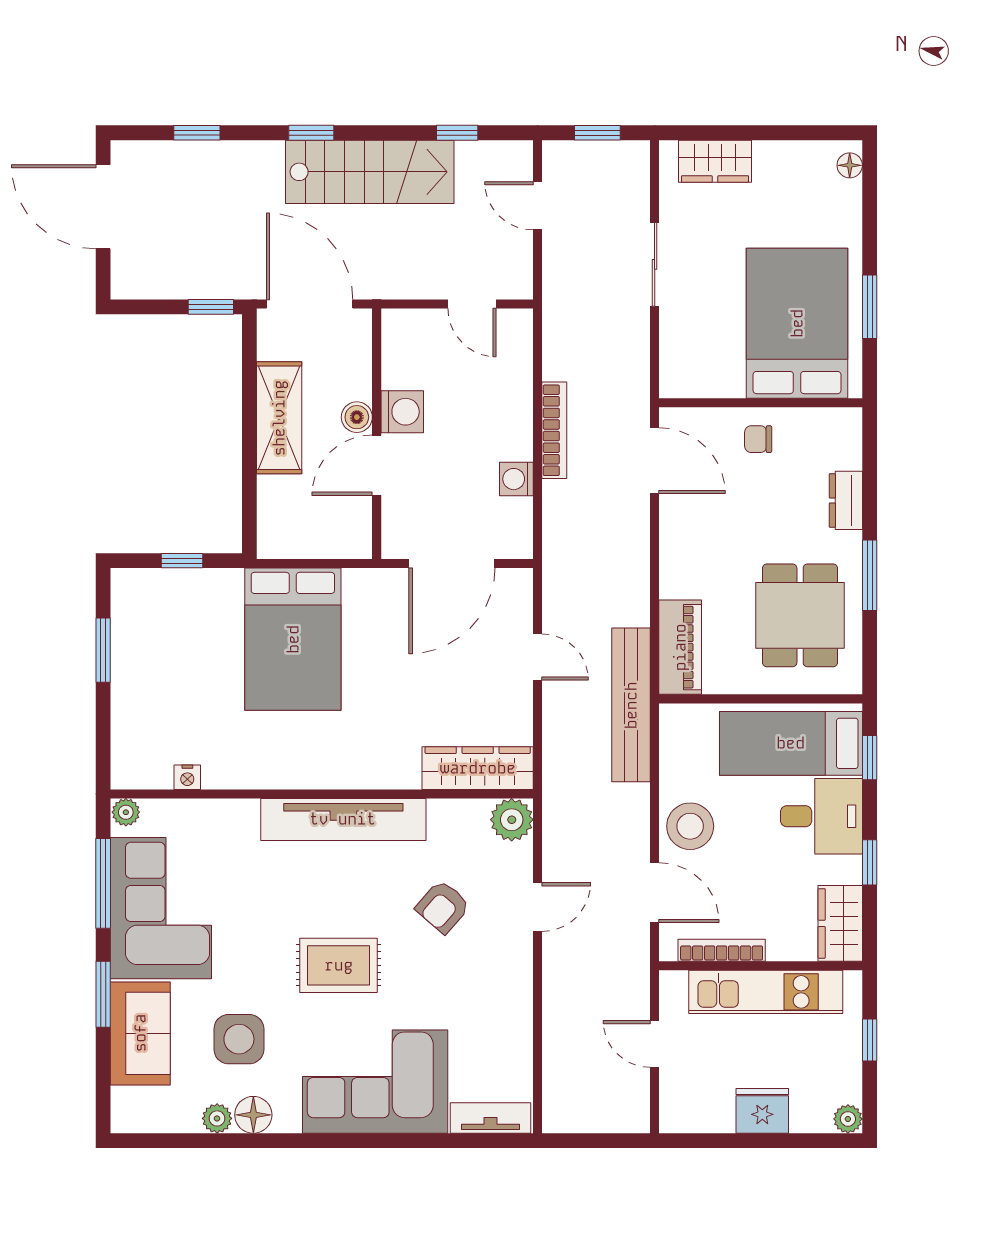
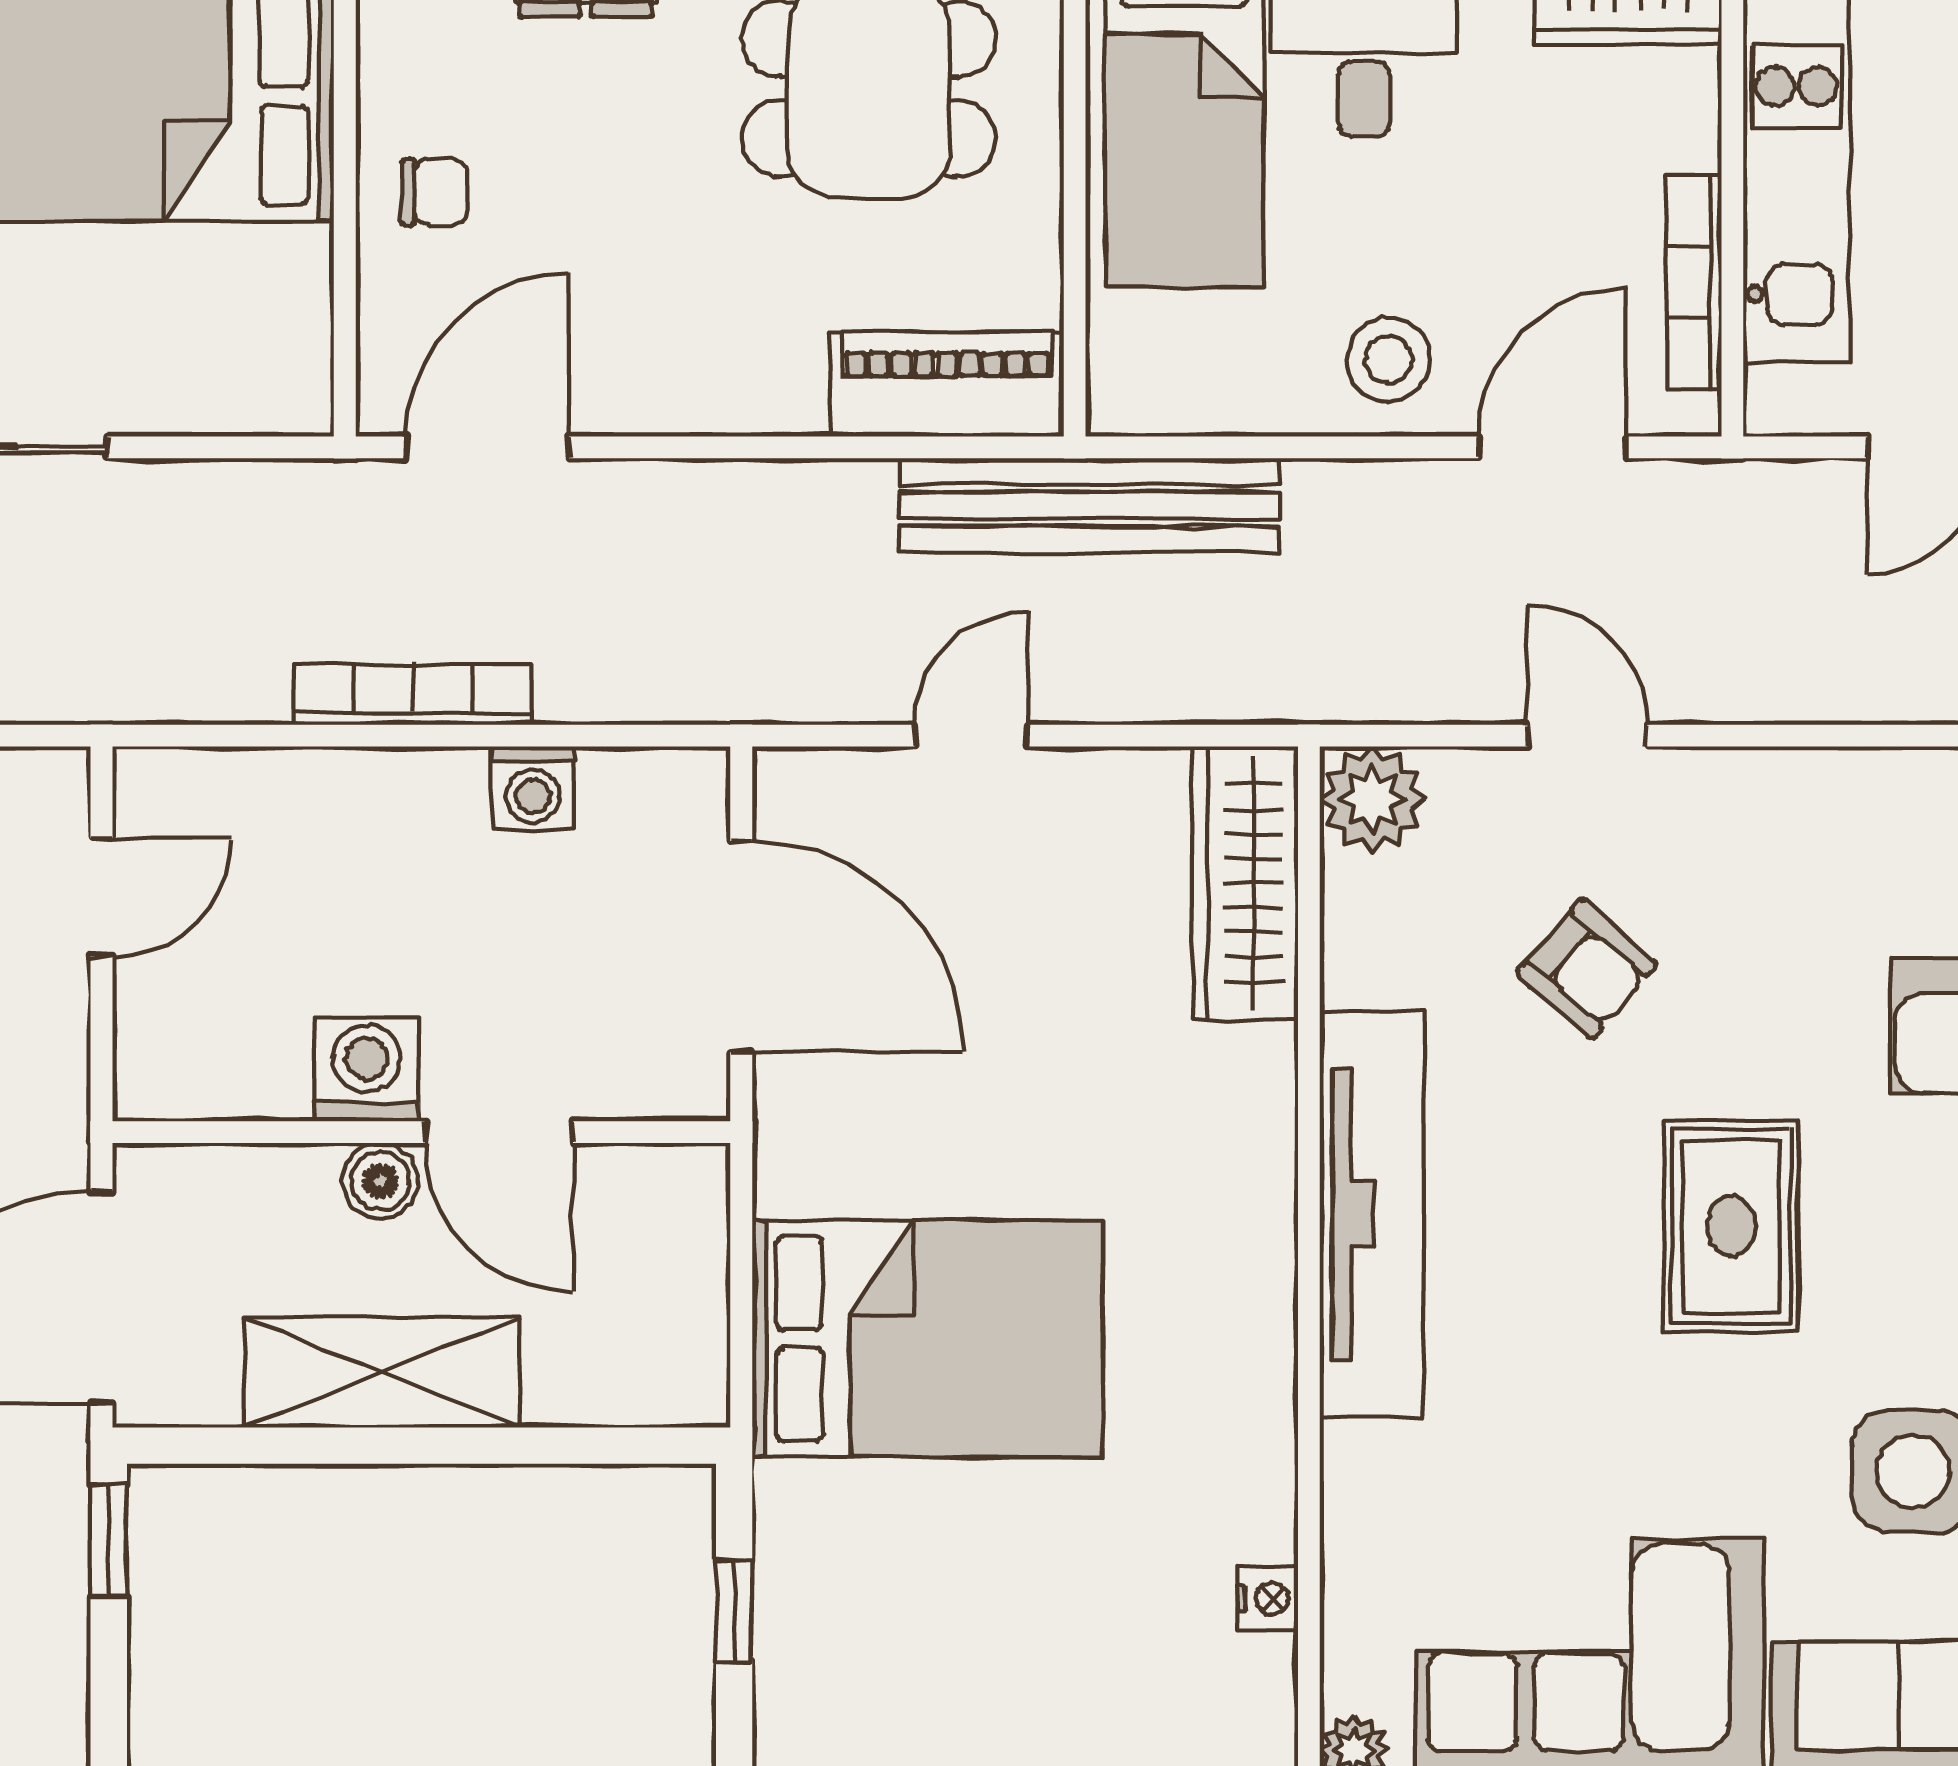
chair: (758, 439) -> (435, 192), turned -90
stool: (690, 826) -> (1388, 360), width x0.73, depth x0.73

